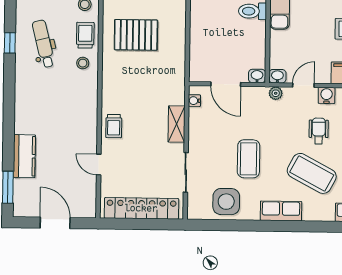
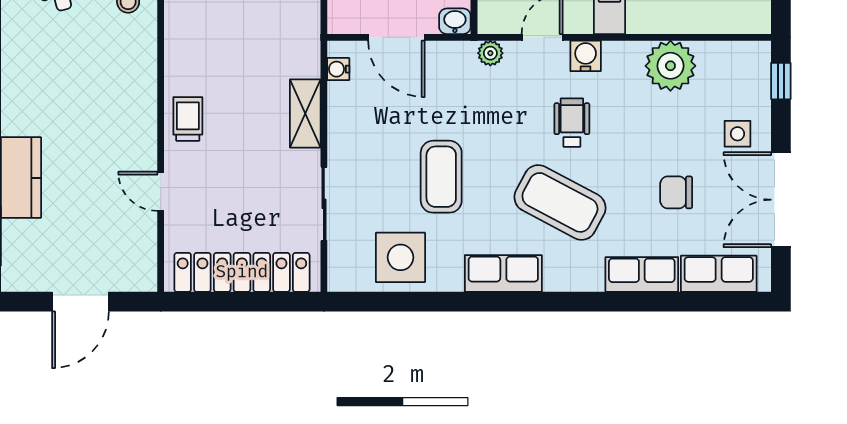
washbasin: (277, 76) -> (493, 21), removed
trolley: (114, 126) -> (188, 119), turned 180
door: (55, 223) -> (80, 302), swing flipped

